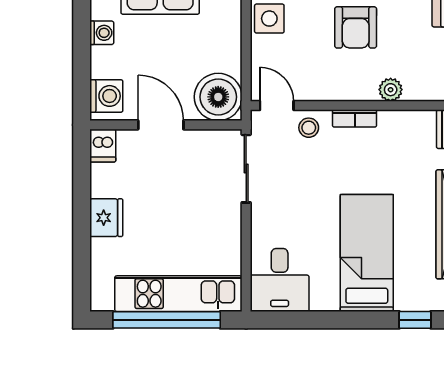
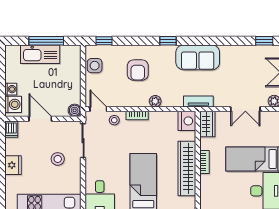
washing machine: (102, 33) -> (11, 89), moved
boiler: (218, 97) -> (75, 110), width x0.54, depth x0.54
stool: (196, 205) -> (58, 159), added

